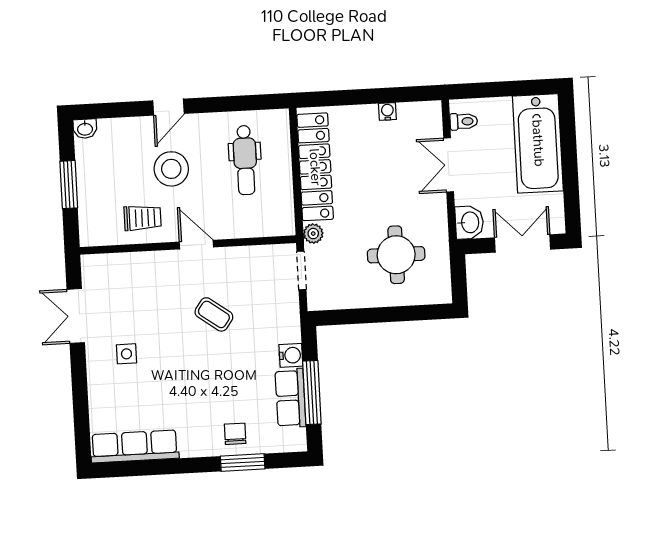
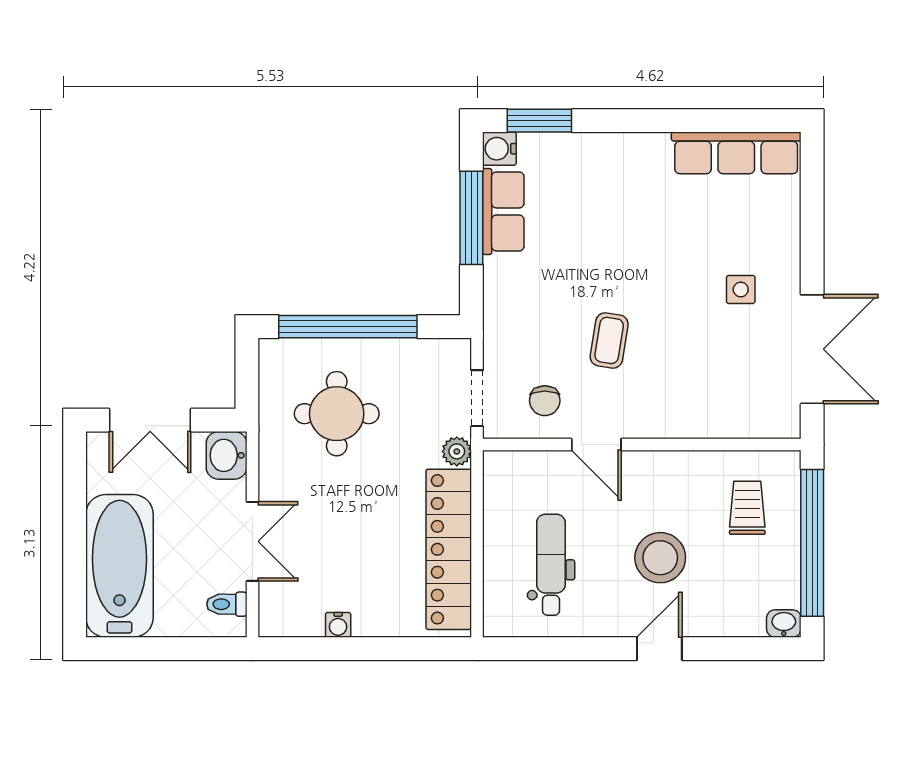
window: (69, 185) -> (812, 543), width x2.11
trolley: (143, 218) -> (747, 508), moved, turned 90
door: (196, 245) -> (596, 445), moved
coffee table: (214, 314) -> (609, 340), turned 63
window: (392, 314) -> (348, 327), added
double door: (76, 316) -> (812, 349), width x1.37
water cooler: (291, 355) -> (499, 149), moved
chair: (235, 434) -> (545, 401), moved
window: (243, 462) -> (539, 121), moved

